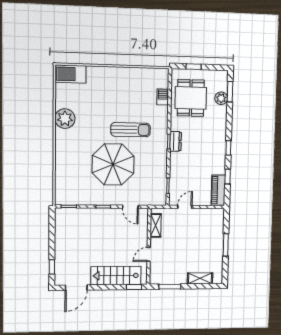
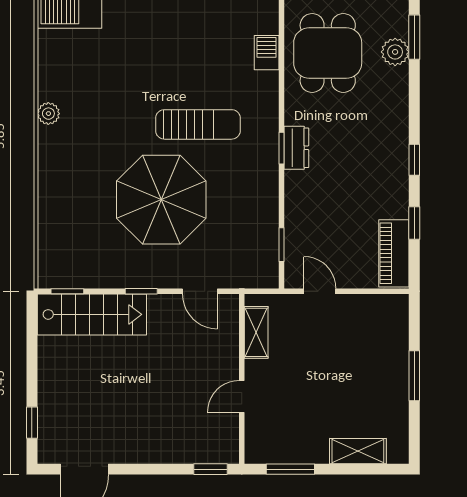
plant: (65, 119) -> (48, 114), width x0.53, depth x0.53
door: (185, 207) -> (320, 291), hinge flipped
stairs: (116, 276) -> (92, 314), moved, turned 180

